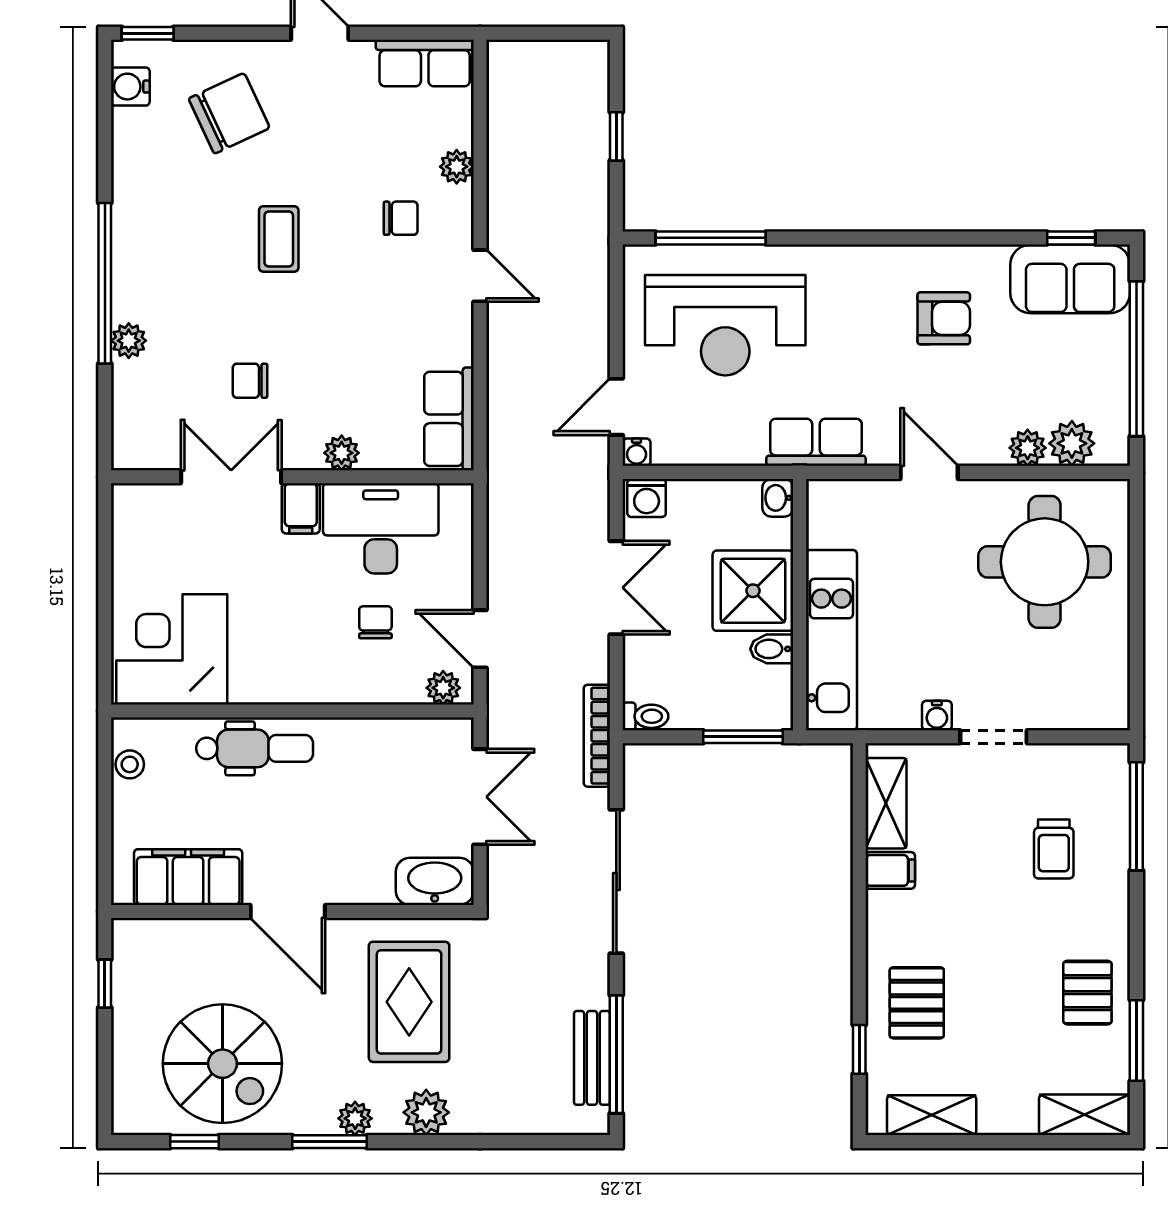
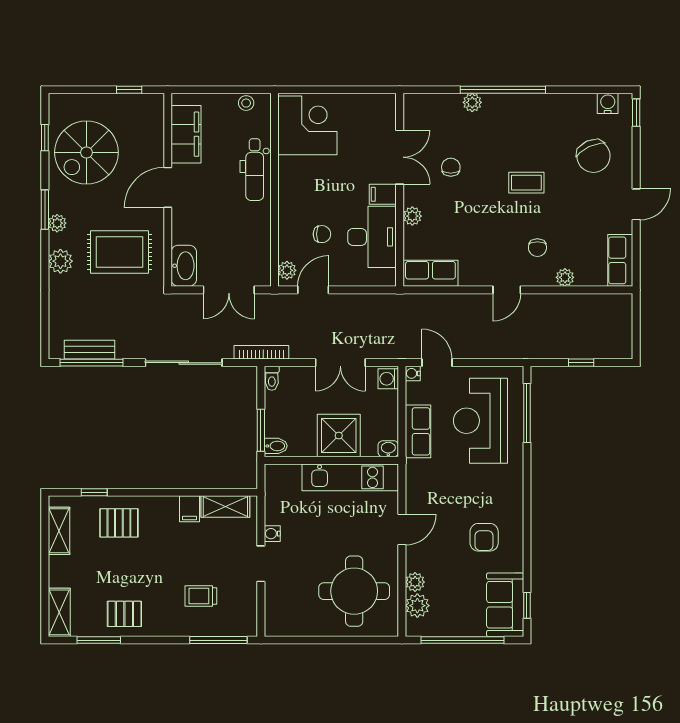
row of seats: (816, 442) -> (418, 431), moved
kitchen unit: (831, 640) -> (350, 477), moved
bidet: (772, 649) -> (276, 446), moved, turned 90

